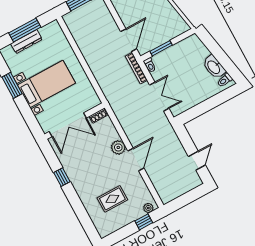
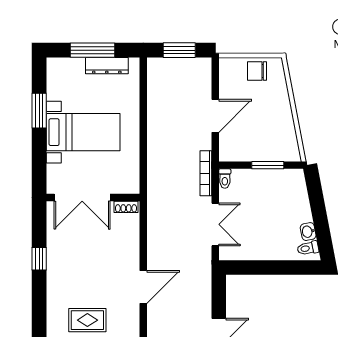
door: (129, 40) -> (215, 116), moved
dresser: (26, 42) -> (107, 66), moved
window: (161, 48) -> (268, 165), moved
washbasin: (214, 67) -> (308, 232), width x0.52, depth x0.69
plant: (118, 147) -> (130, 260), removed

